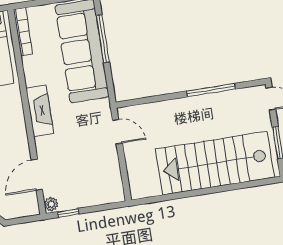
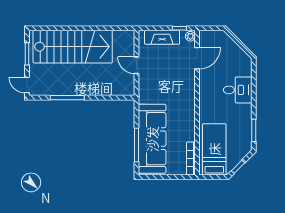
fireplace: (40, 111) -> (162, 37), moved, turned -90
door: (117, 132) -> (137, 65), moved

